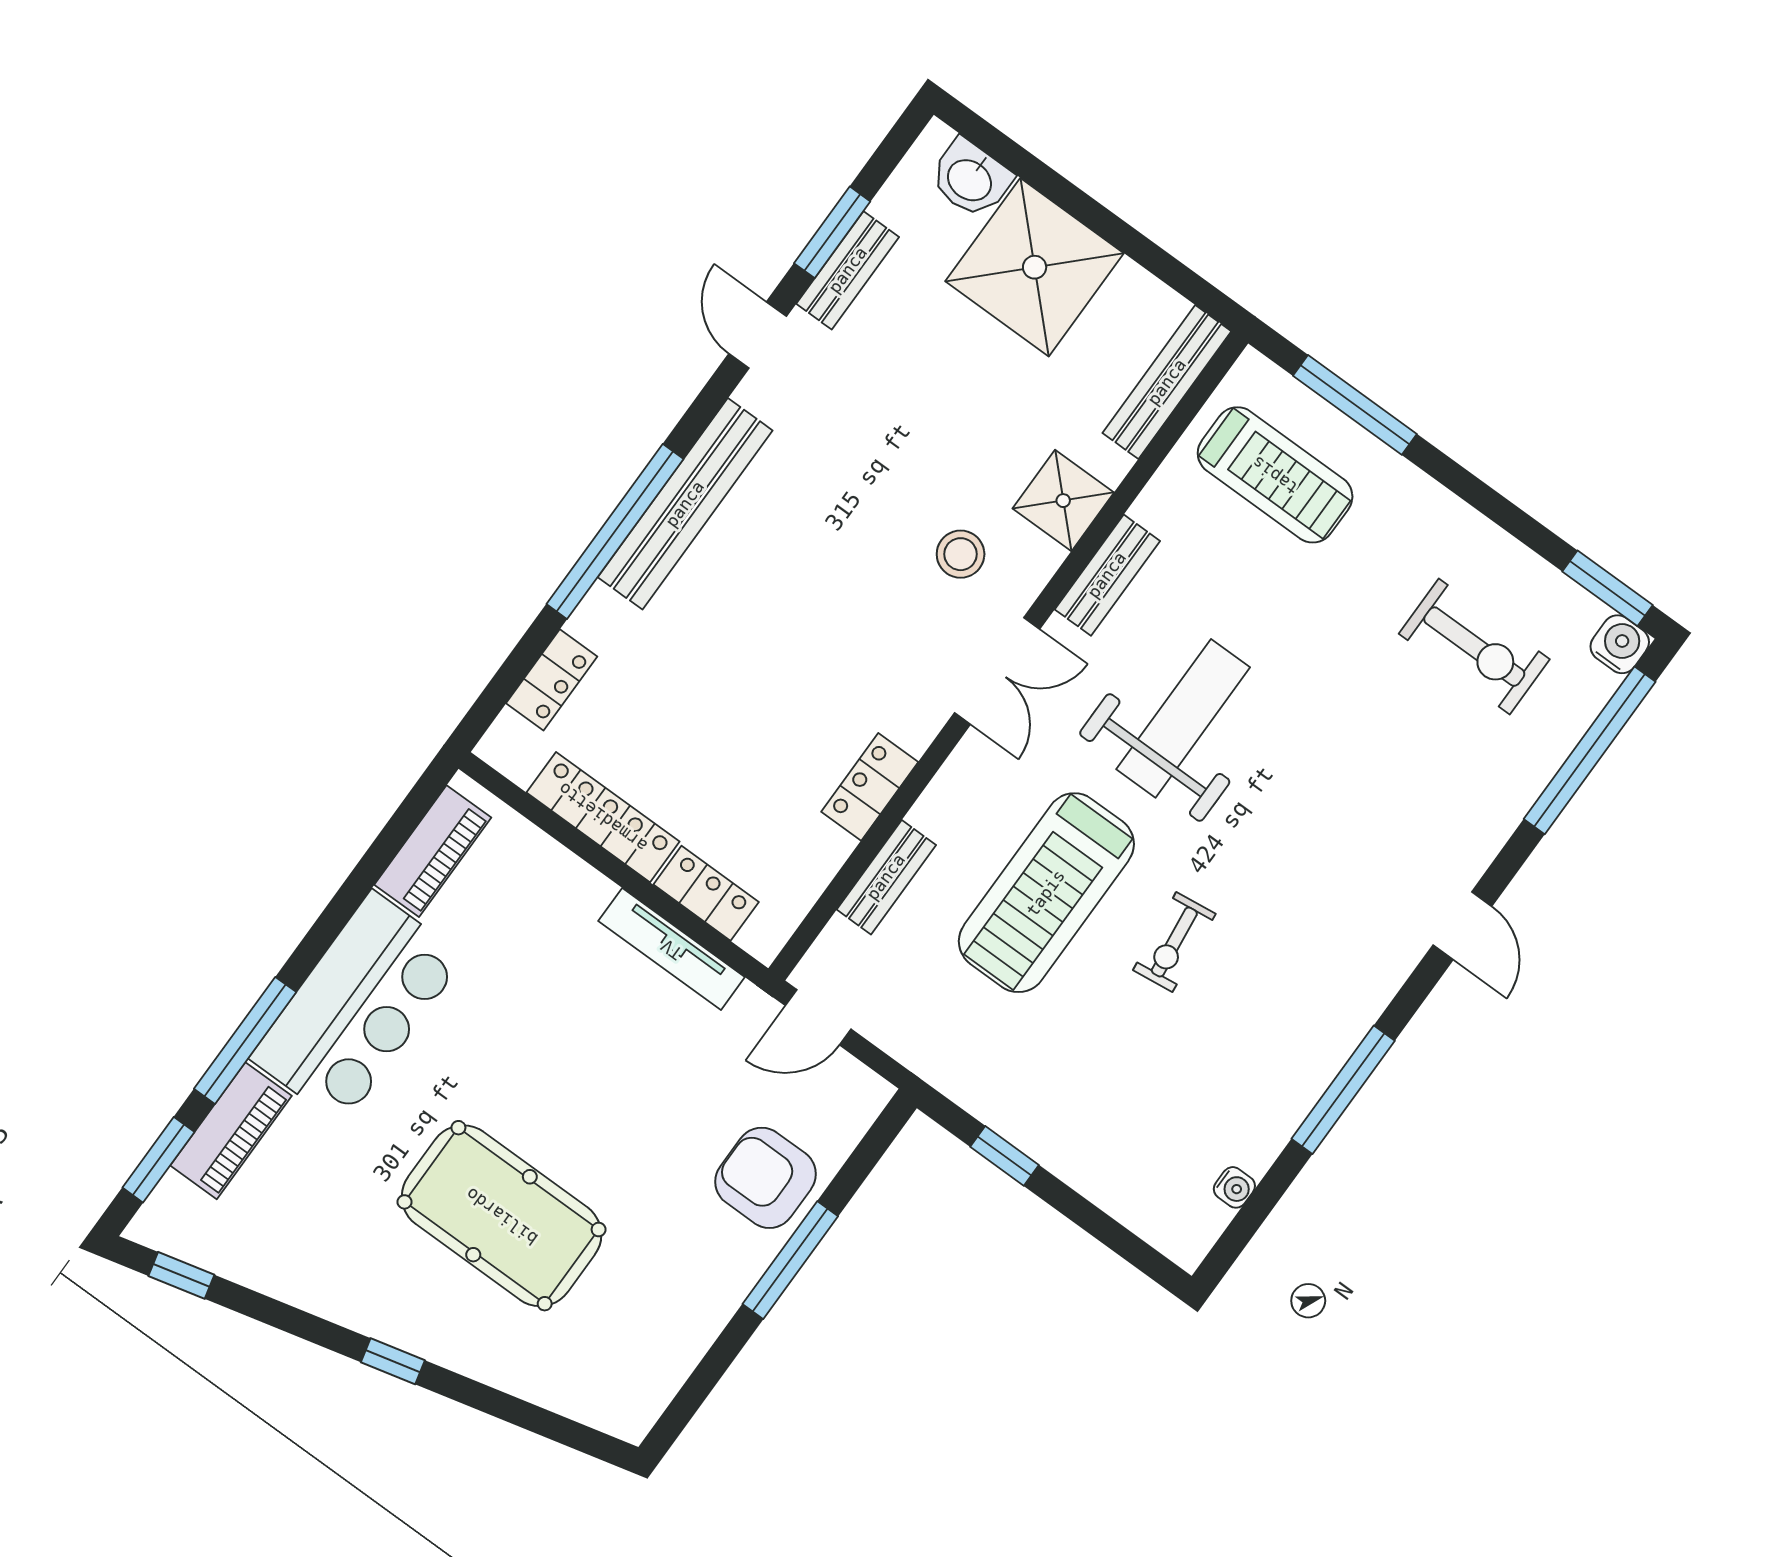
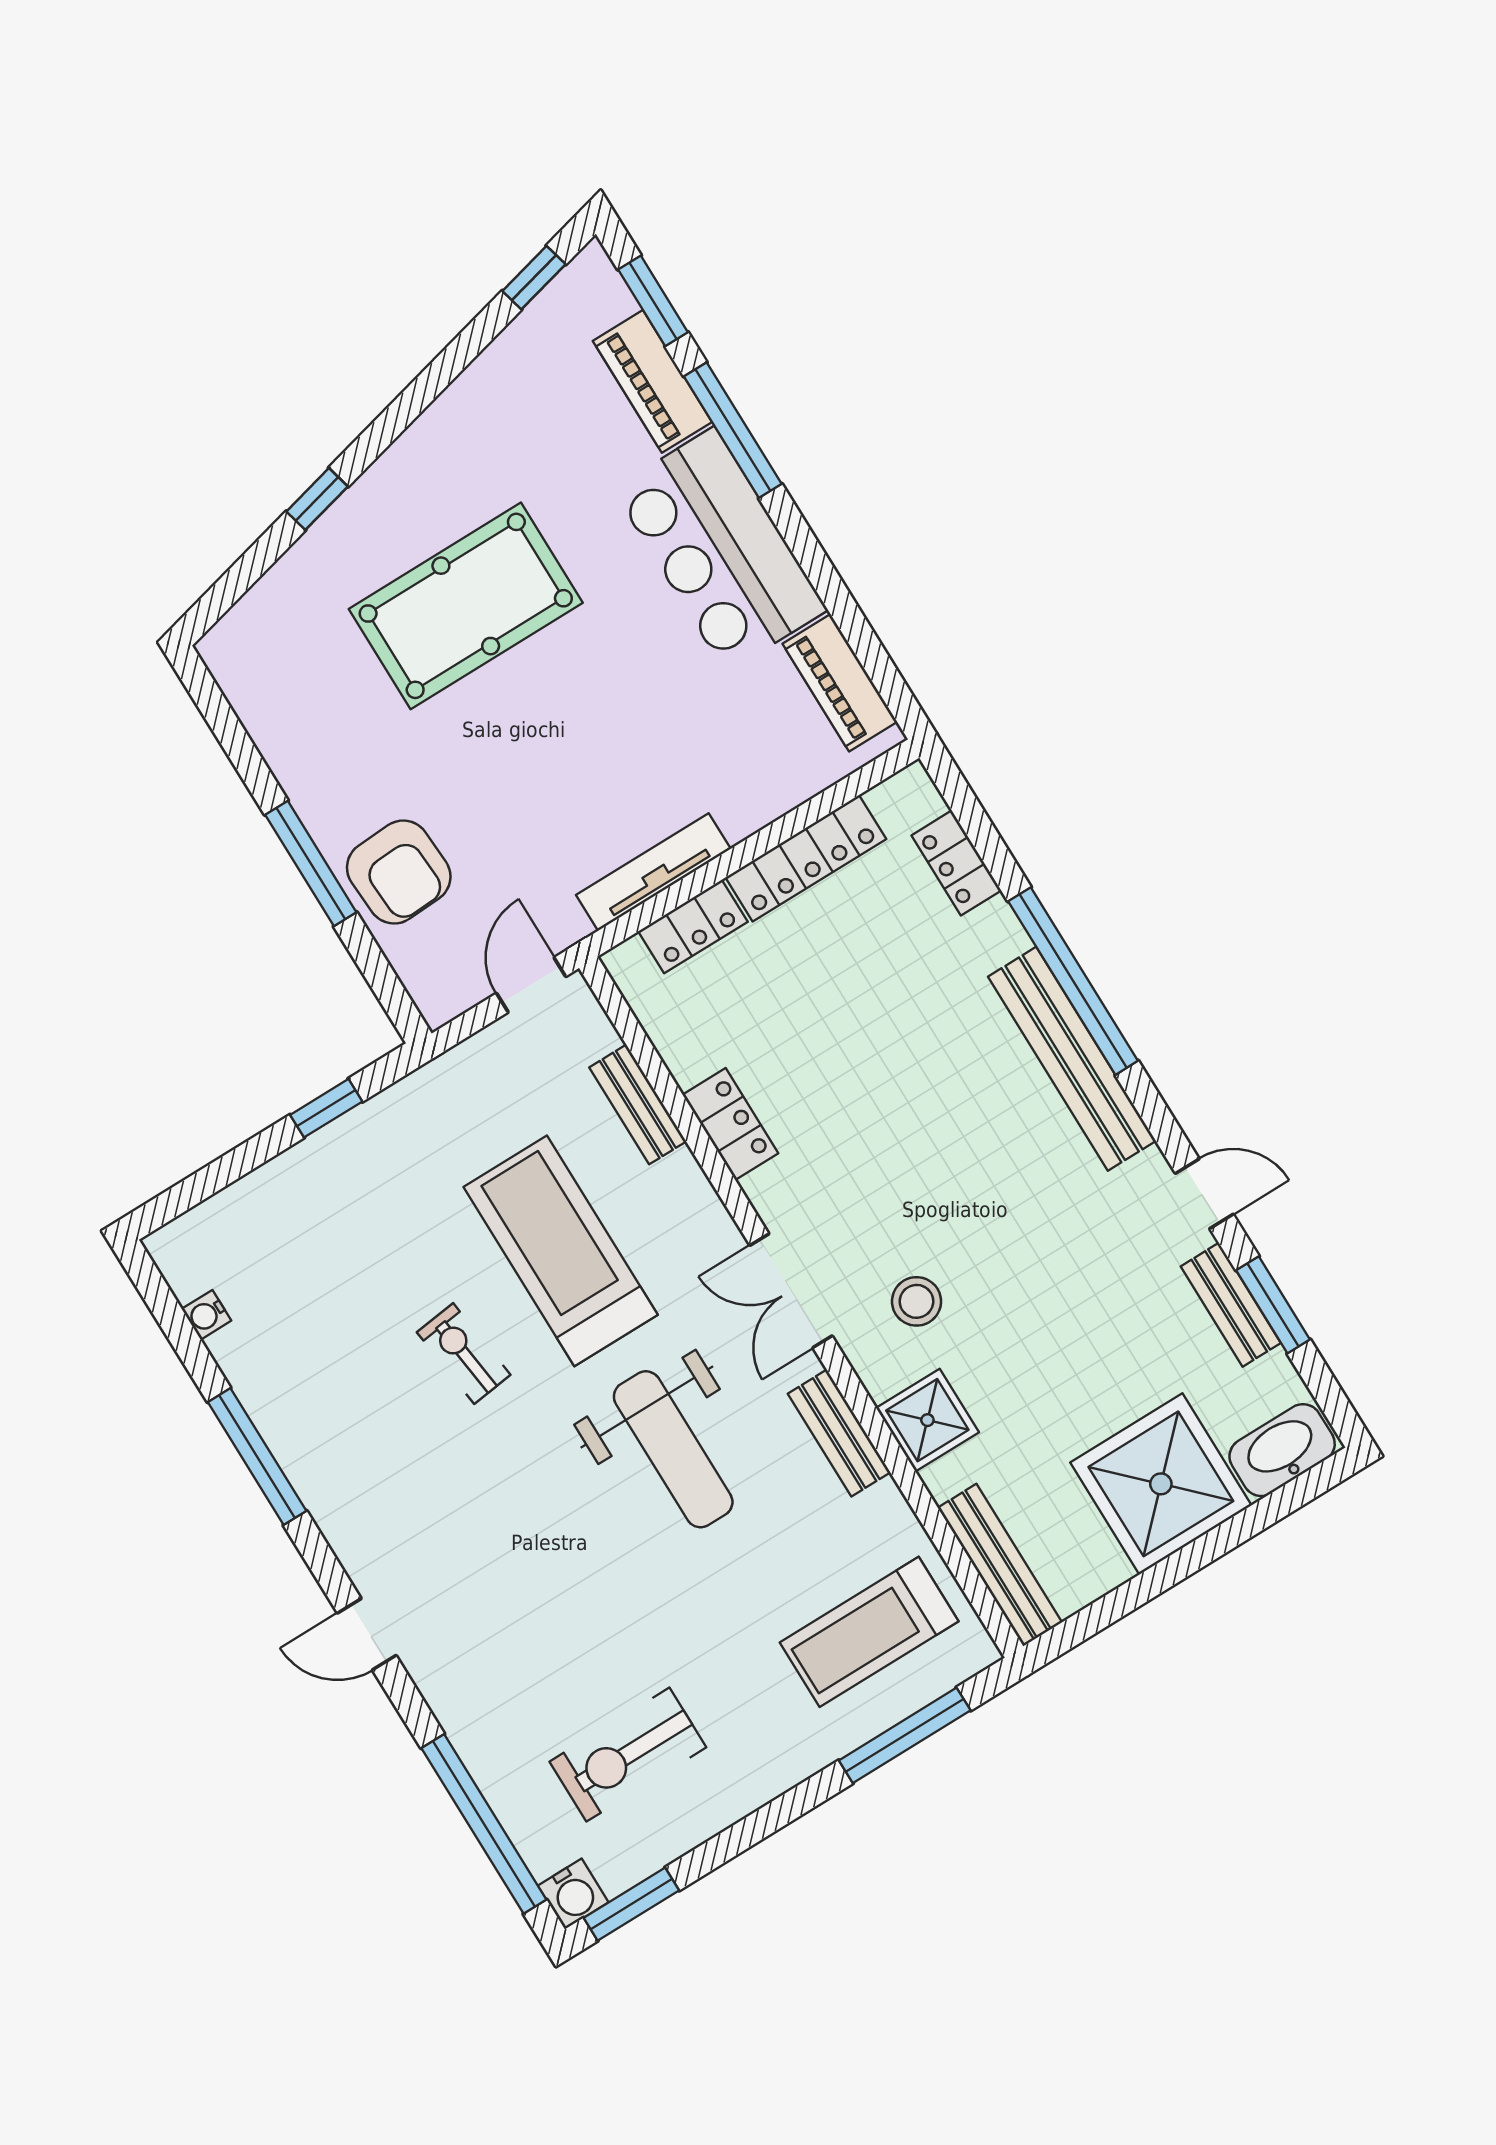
washbasin: (971, 179) -> (1282, 1450), width x1.38
armchair: (766, 1178) -> (399, 872), turned 87
window: (393, 1361) -> (317, 499), moved

